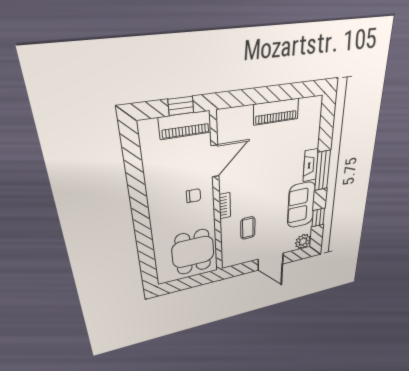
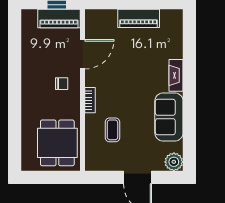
window: (322, 170) -> (189, 83), removed
window: (318, 217) -> (189, 136), removed

